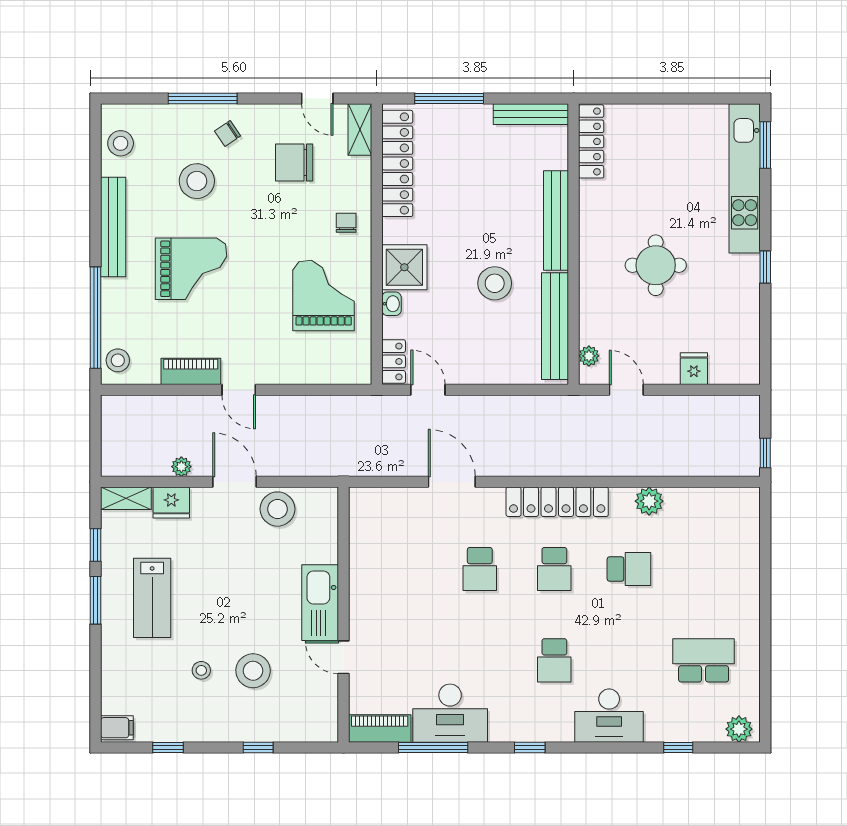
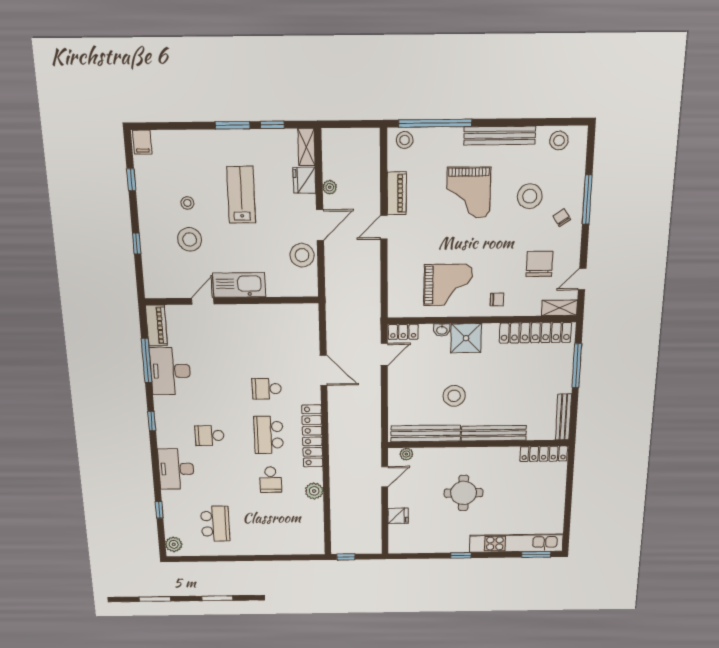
door: (452, 482) -> (324, 370), hinge flipped
school desk: (554, 569) -> (269, 435), width x1.85
lab bench: (152, 598) -> (241, 195), moved, turned 90

